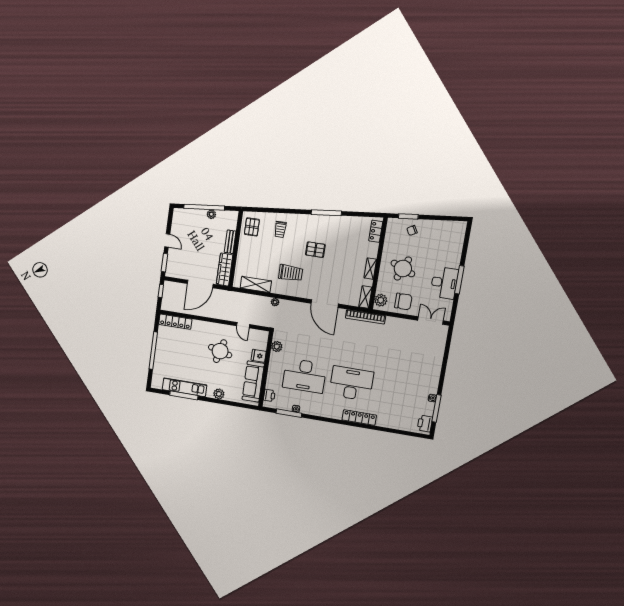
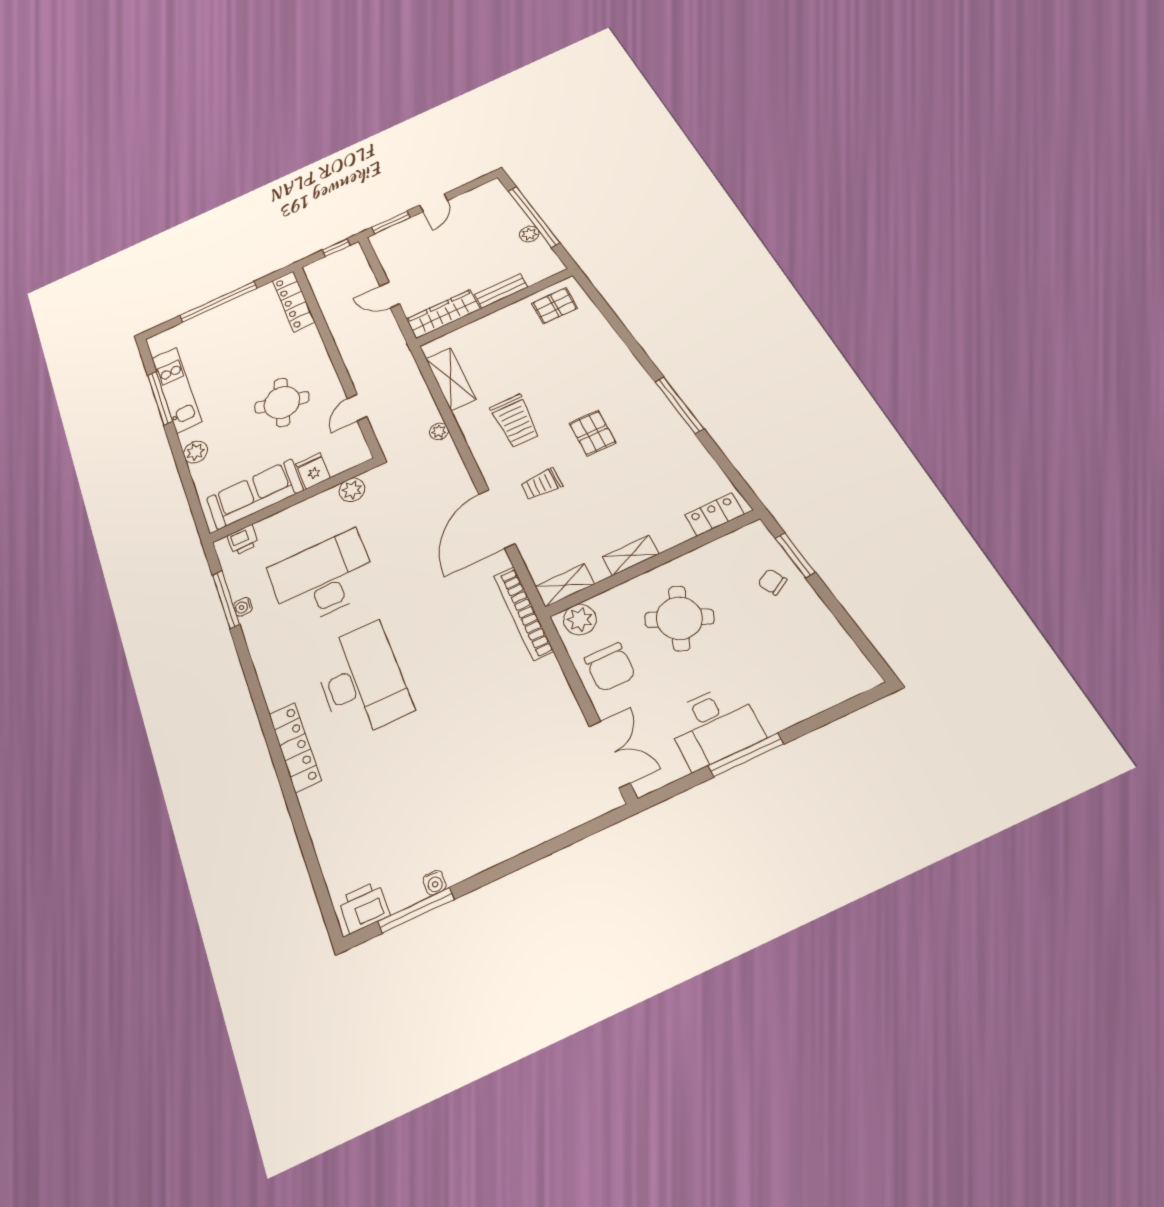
trolley: (280, 229) -> (541, 484), moved
door: (200, 284) -> (390, 295), width x0.53
desk: (305, 376) -> (323, 578), turned 90

